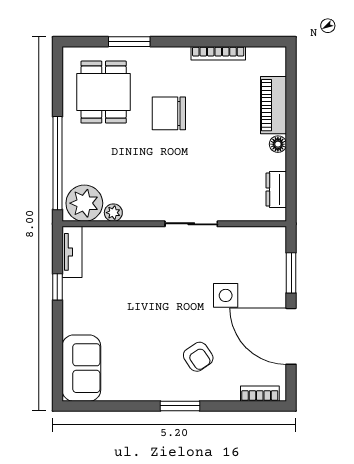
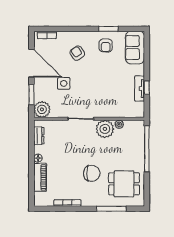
window: (129, 42) -> (111, 209), width x1.44
dining table: (104, 92) -> (124, 184), turned 90
plant: (84, 203) -> (105, 129), moved
plant: (270, 243) -> (42, 109), added
tv unit: (72, 252) -> (140, 88), moved
armchair: (141, 372) -> (106, 45), added
window: (180, 406) -> (108, 29), moved

